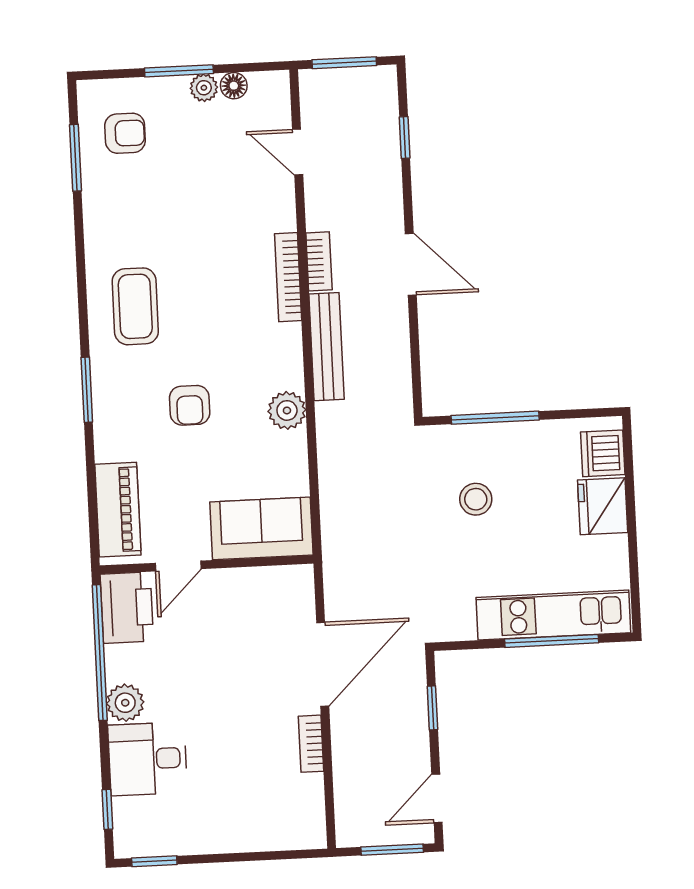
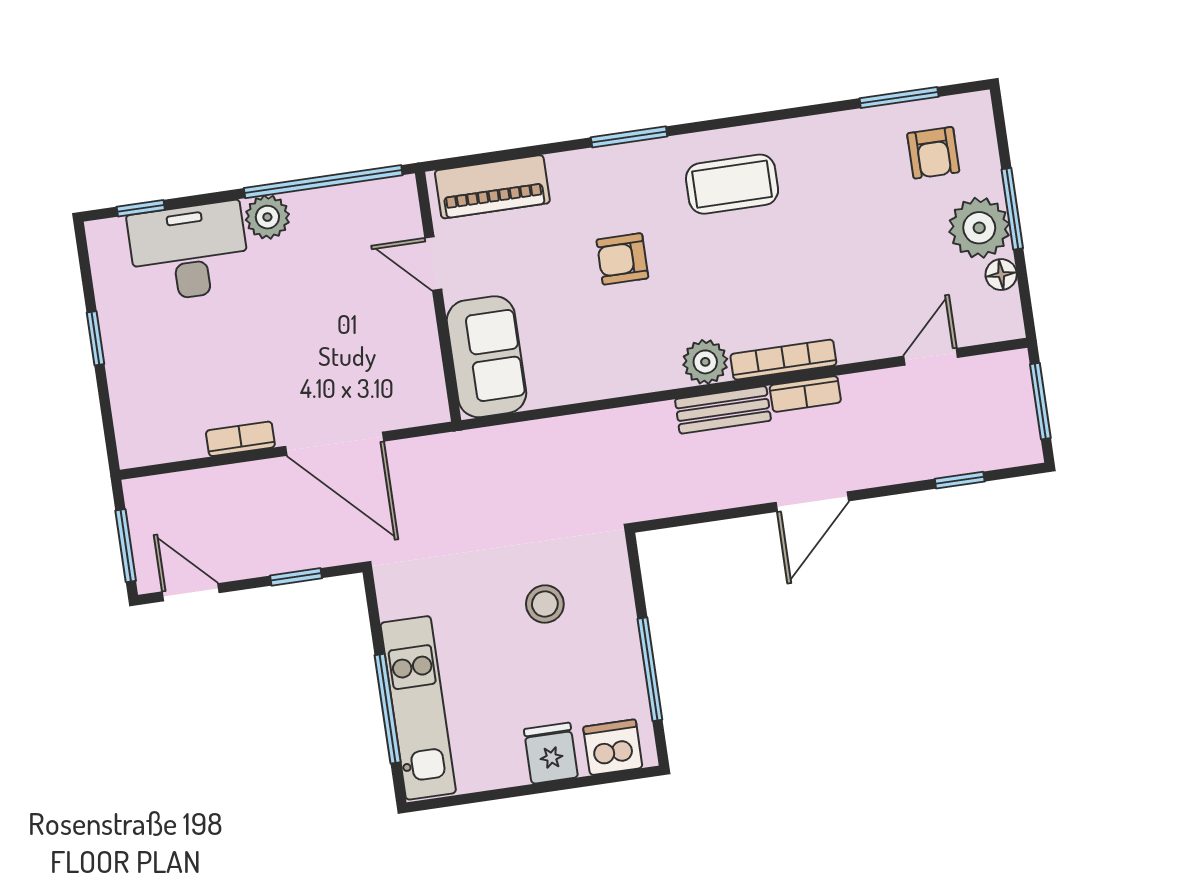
plant: (204, 88) -> (979, 228), width x1.88, depth x1.88
bench: (326, 347) -> (723, 410), width x0.73
plant: (287, 410) -> (705, 362), moved
window: (495, 418) -> (650, 669), moved
fridge: (603, 506) -> (551, 753), width x0.72
printer: (127, 608) -> (379, 208), removed
desk: (148, 759) -> (189, 252), width x1.37
window: (154, 861) -> (95, 338), moved

